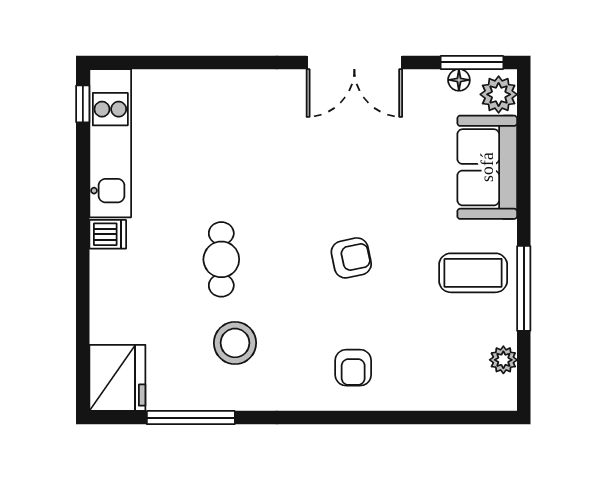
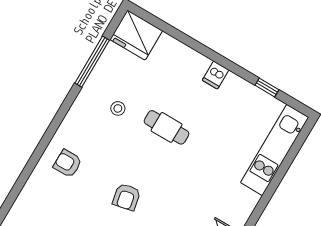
window: (83, 104) -> (267, 88), moved
kitchen unit: (110, 143) -> (275, 150), moved, turned 90
stool: (235, 343) -> (118, 108), width x0.53, depth x0.53

